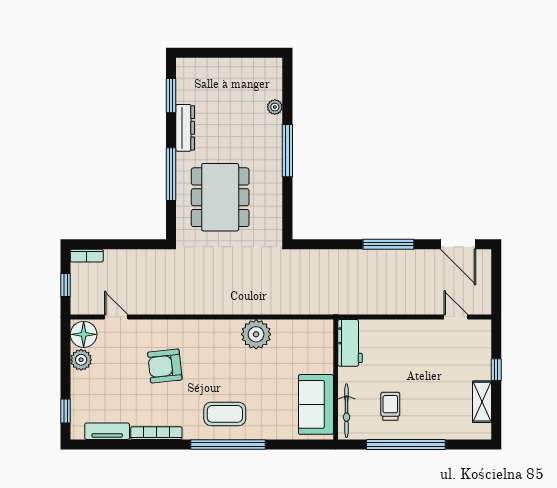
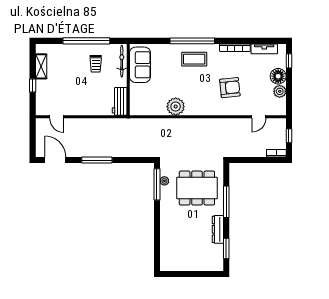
plant: (275, 107) -> (164, 181), moved
window: (287, 151) -> (157, 184), moved
dining table: (220, 197) -> (197, 188), turned 90
door: (116, 317) -> (259, 117), hinge flipped
floor lamp: (84, 334) -> (278, 76), moved

